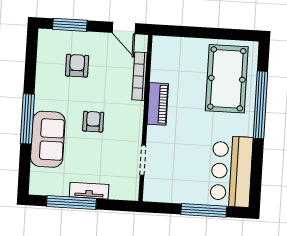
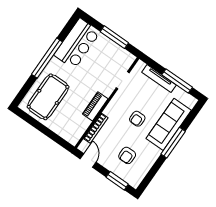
window: (260, 105) -> (47, 58), moved
sofa: (48, 139) -> (169, 124), width x1.36
tv unit: (89, 191) -> (159, 79), width x1.41
window: (204, 210) -> (114, 37), moved

